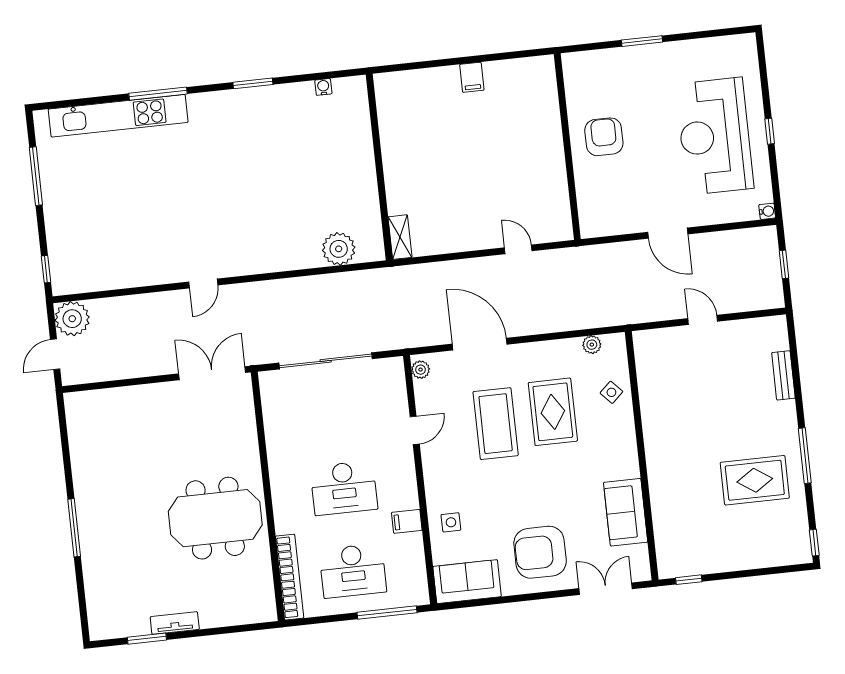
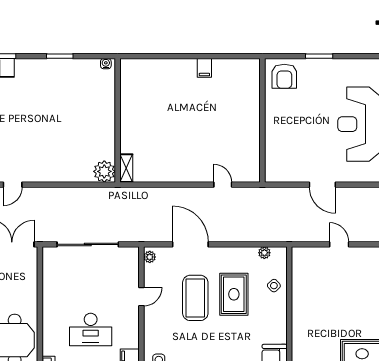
armchair: (604, 137) -> (284, 76), moved, turned 180
wall: (379, 167) -> (118, 120), moved
shelving: (400, 237) -> (126, 168), moved

